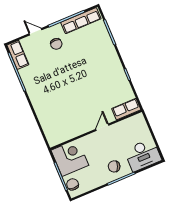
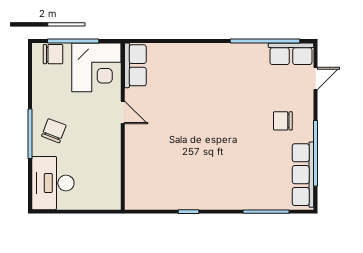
door: (35, 32) -> (316, 79), moved
row of seats: (126, 109) -> (135, 65), moved
door: (102, 127) -> (123, 112), moved

